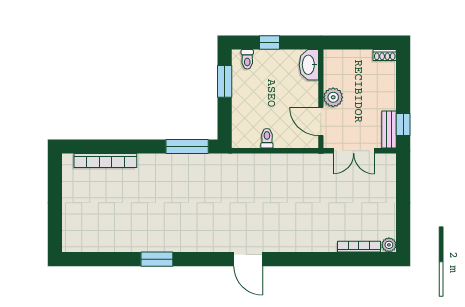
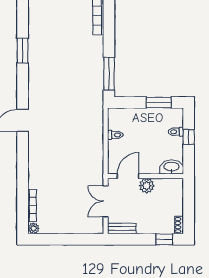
toilet: (247, 59) -> (176, 132), moved
window: (403, 125) -> (164, 239), moved

